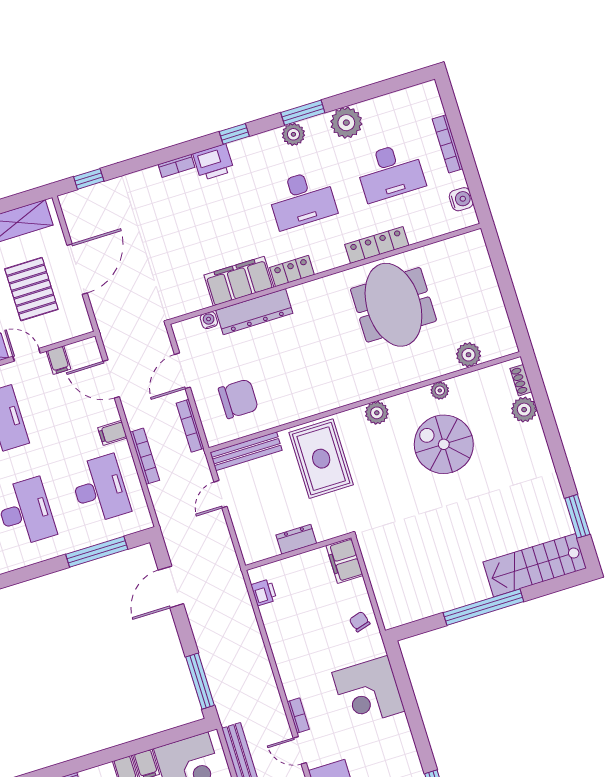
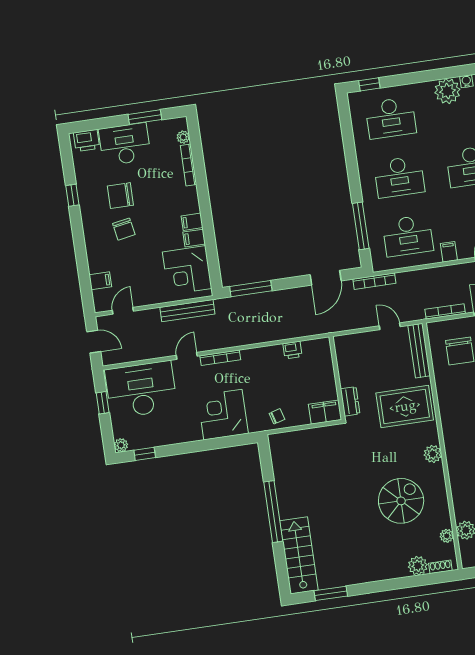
plant: (440, 391) -> (447, 536), moved
bookcase: (145, 456) -> (374, 281), moved
dresser: (296, 539) -> (350, 401), moved
door: (171, 587) -> (326, 278), swing flipped
printer: (264, 592) -> (293, 350), moved
bookcase: (298, 716) -> (220, 358), width x1.56

